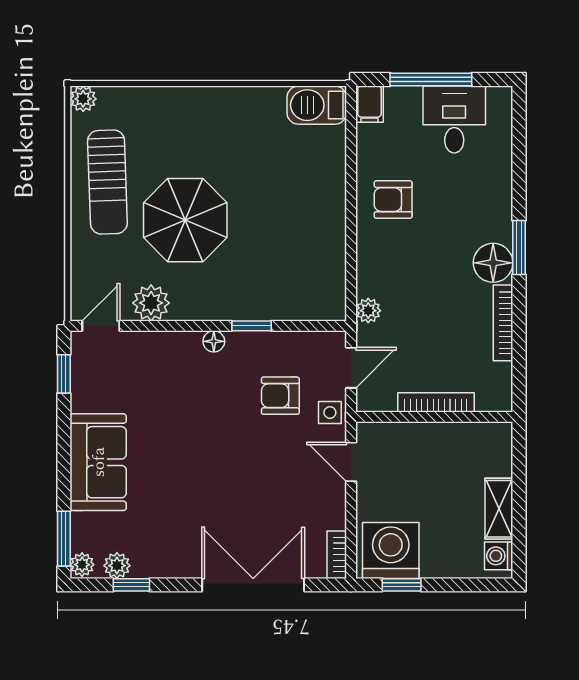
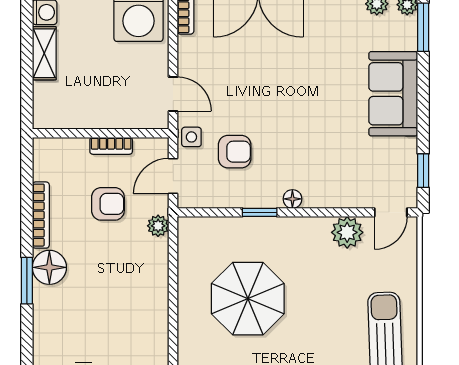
armchair: (393, 200) -> (108, 204), moved
parasol: (185, 220) -> (248, 299), moved
bookcase: (436, 402) -> (111, 146), width x0.64

